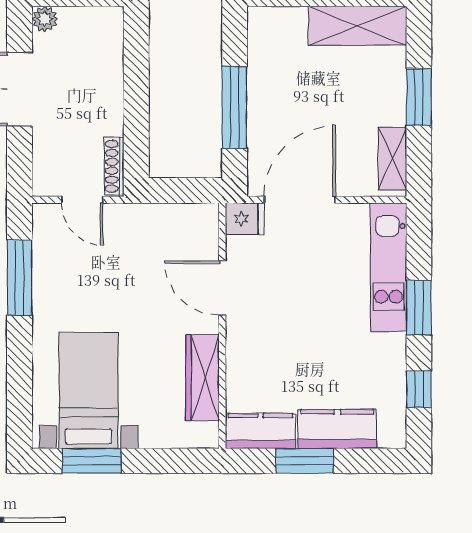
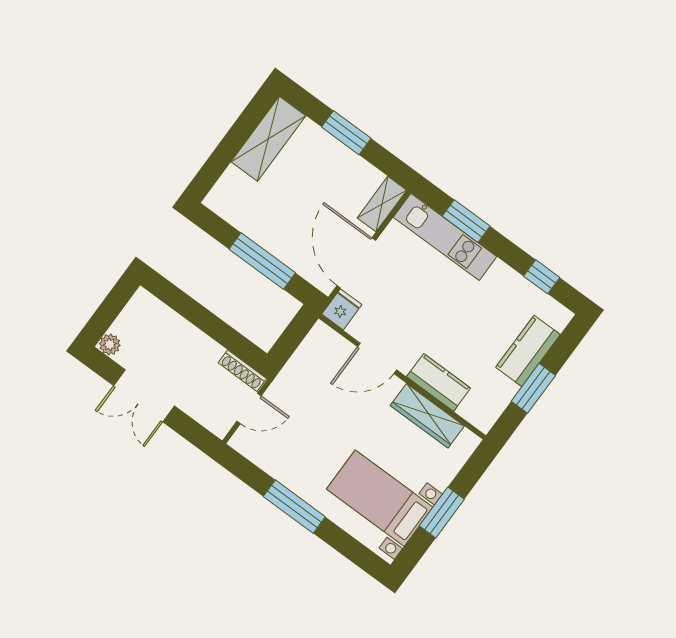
shelving: (393, 159) -> (382, 204), moved, turned 90
window: (19, 278) -> (294, 507), moved
window: (419, 307) -> (466, 221), moved
kitchen counter: (260, 431) -> (439, 382), moved, turned 90
window: (92, 461) -> (442, 512), moved

